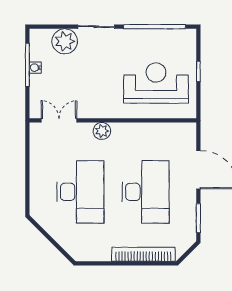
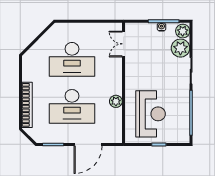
plant: (41, 38) -> (183, 31), added
double door: (59, 120) -> (124, 44), swing flipped
plant: (102, 131) -> (116, 101), moved

